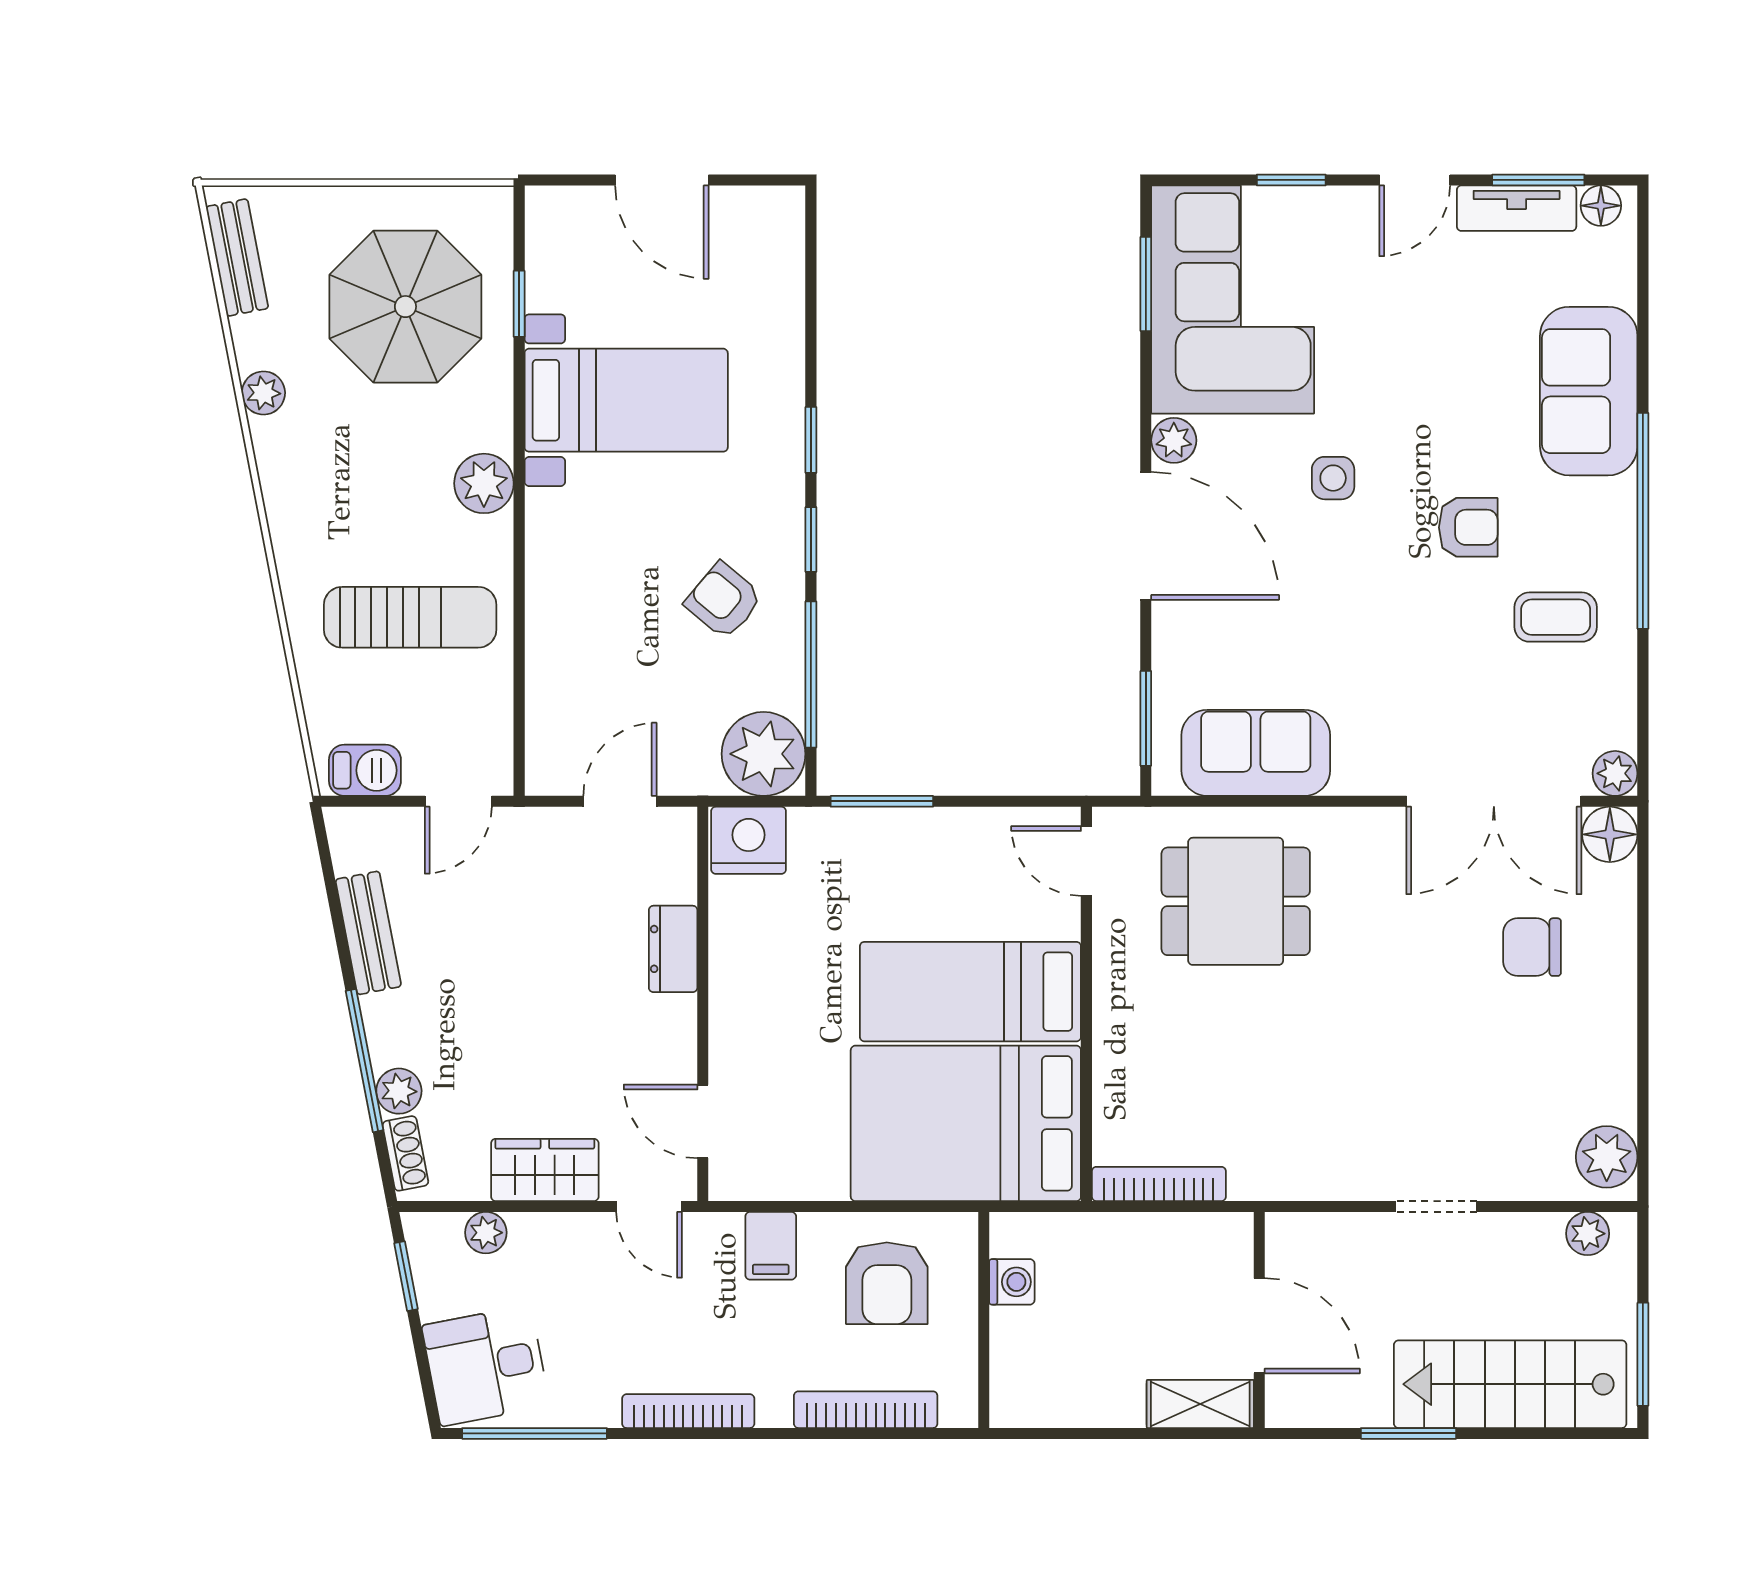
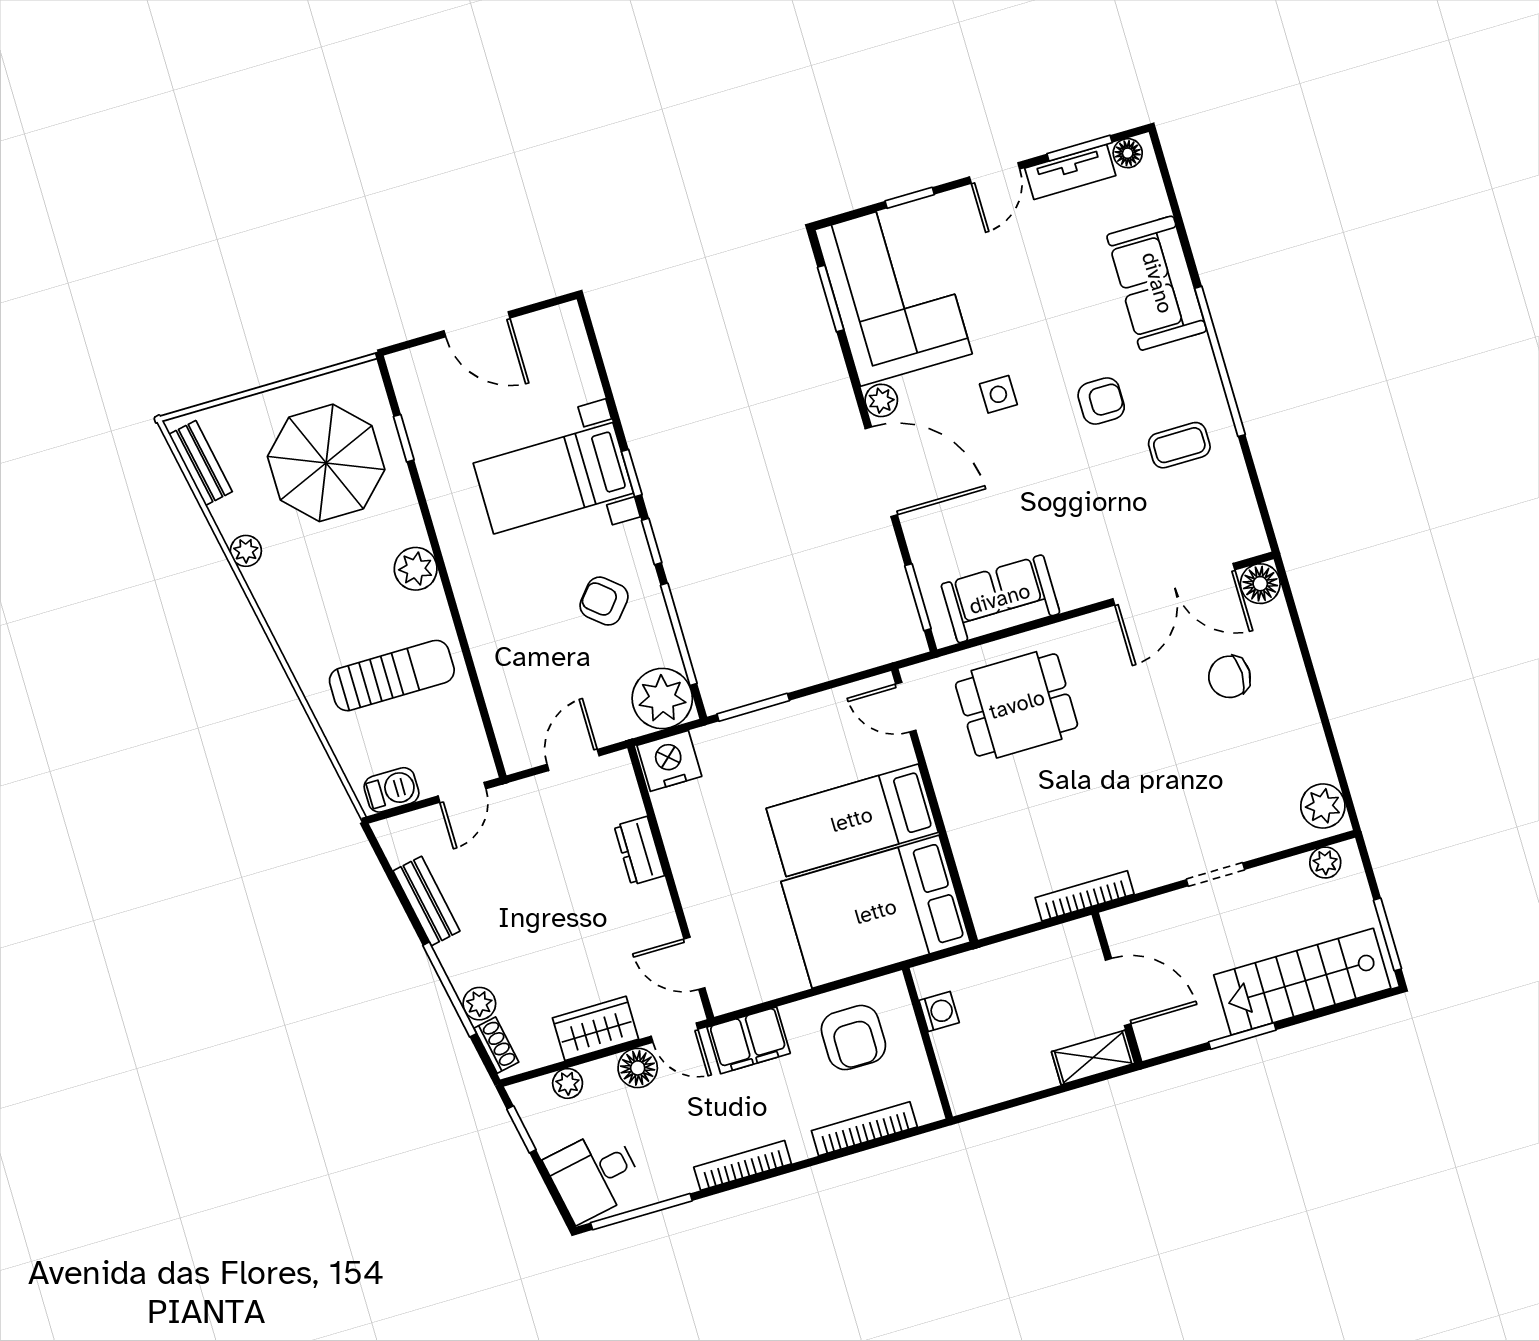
bed with nightstands: (626, 400) -> (553, 478), moved, turned 180
plant: (1615, 773) -> (1252, 541), removed
bookcase: (1159, 1184) -> (1085, 896), moved
floor lamp: (586, 1239) -> (638, 1068), added
filing cabinet: (771, 1246) -> (749, 1040), width x2.00

